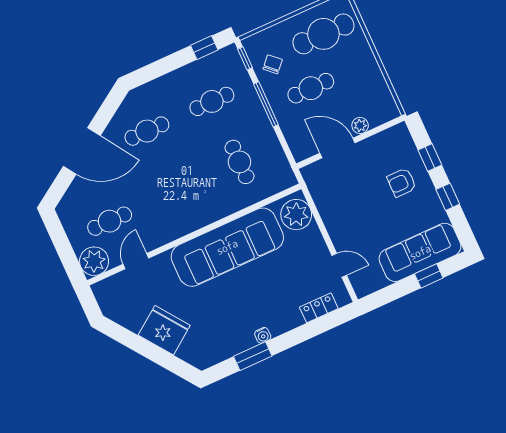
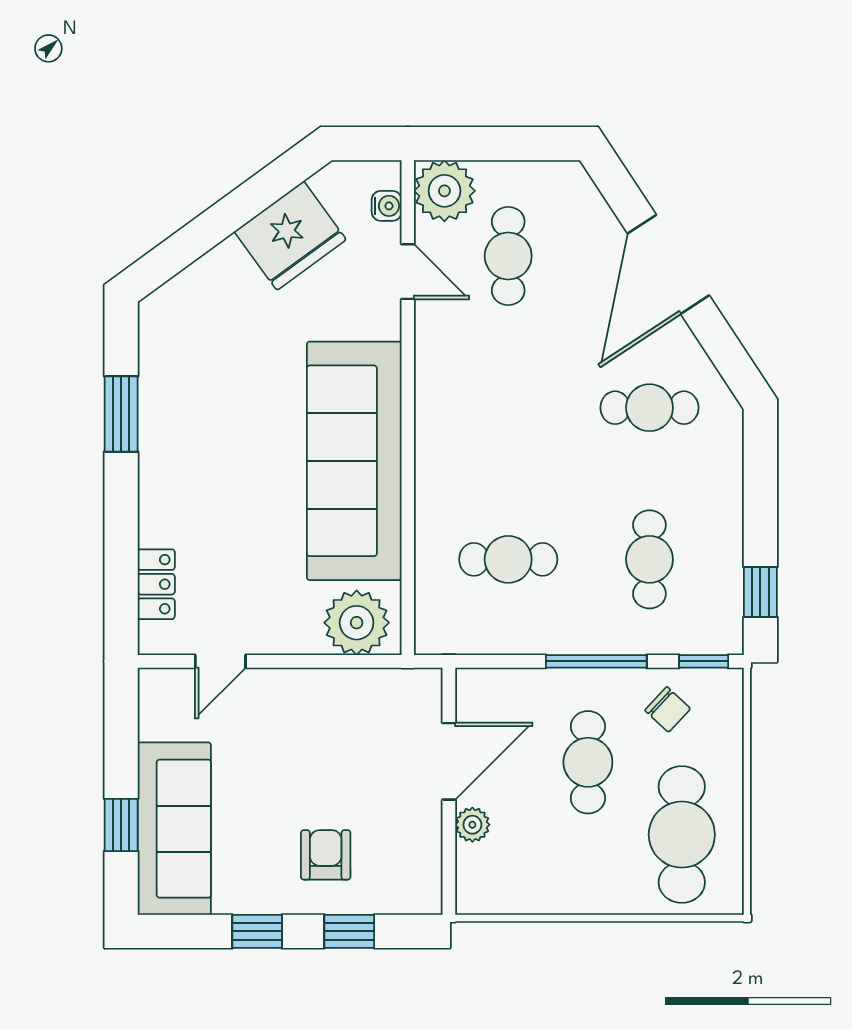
cafe table: (147, 131) -> (649, 408), turned 90
fridge: (164, 330) -> (290, 236), moved
water cooler: (263, 335) -> (387, 206), moved, turned 180

